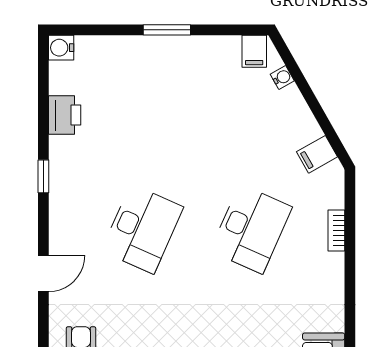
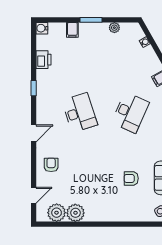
plant: (217, 46) -> (114, 28), added
filing cabinet: (254, 51) -> (72, 30), moved
desk: (142, 229) -> (80, 113), turned -42

